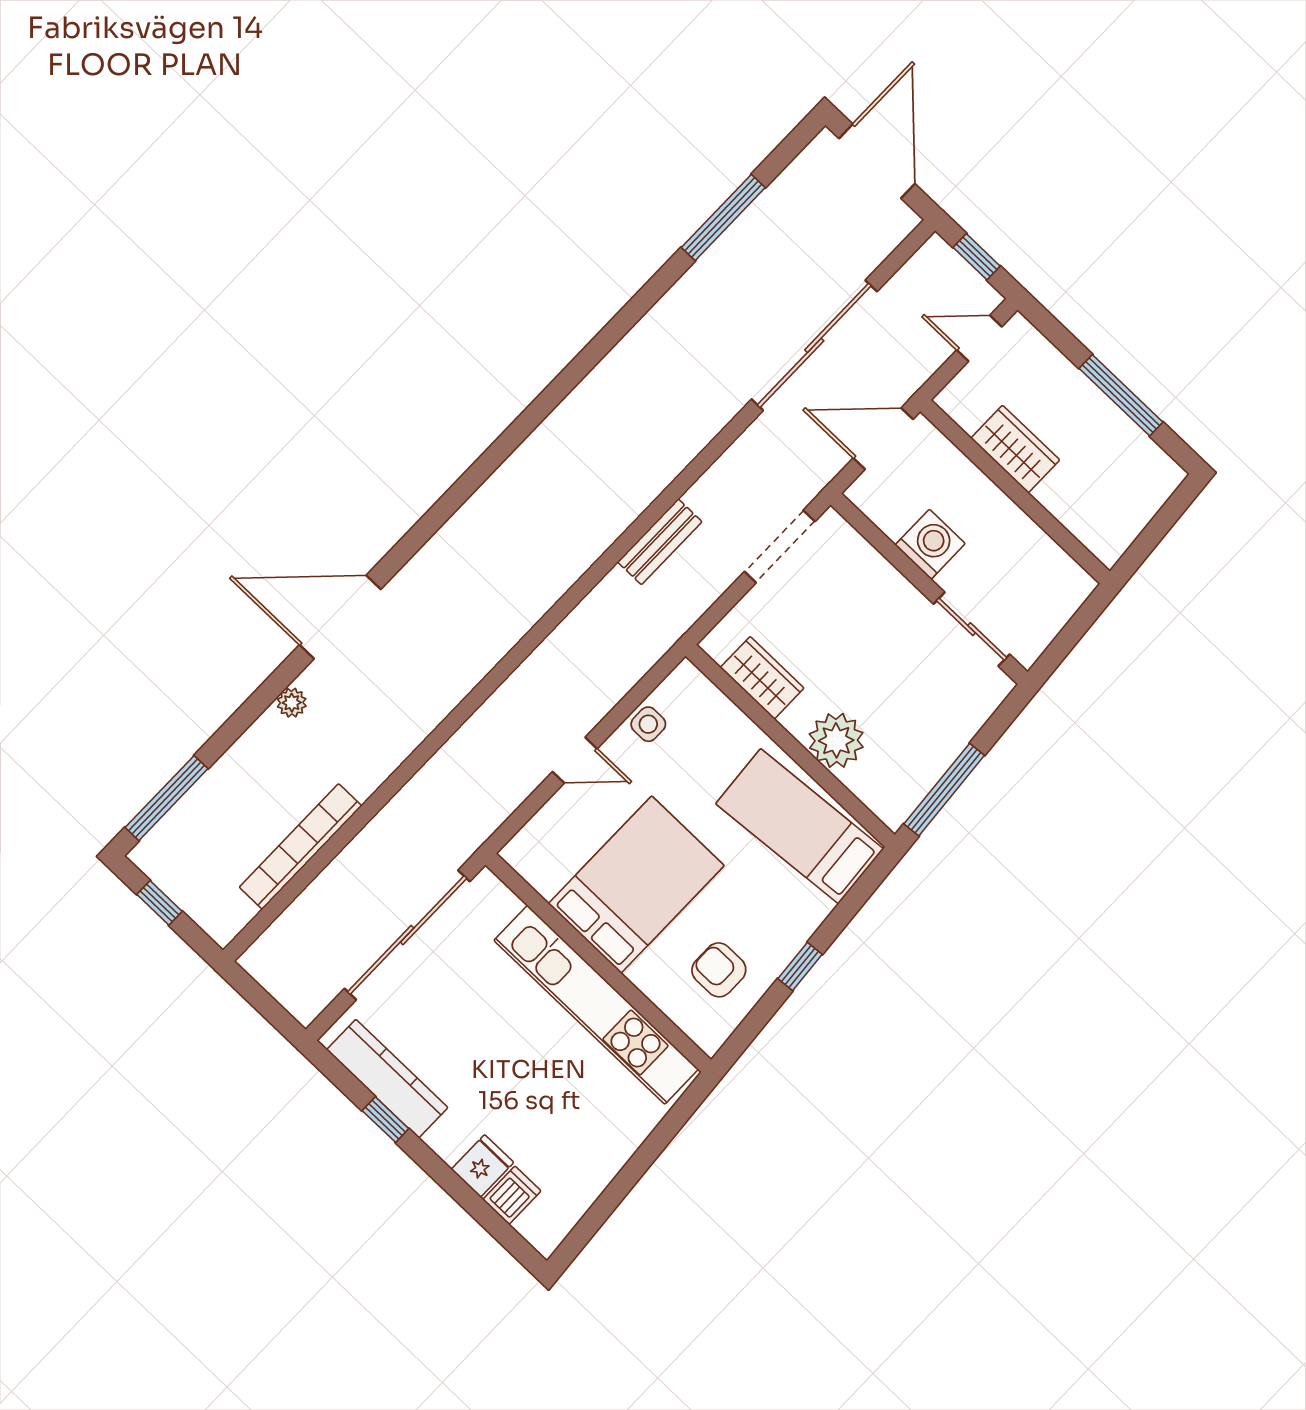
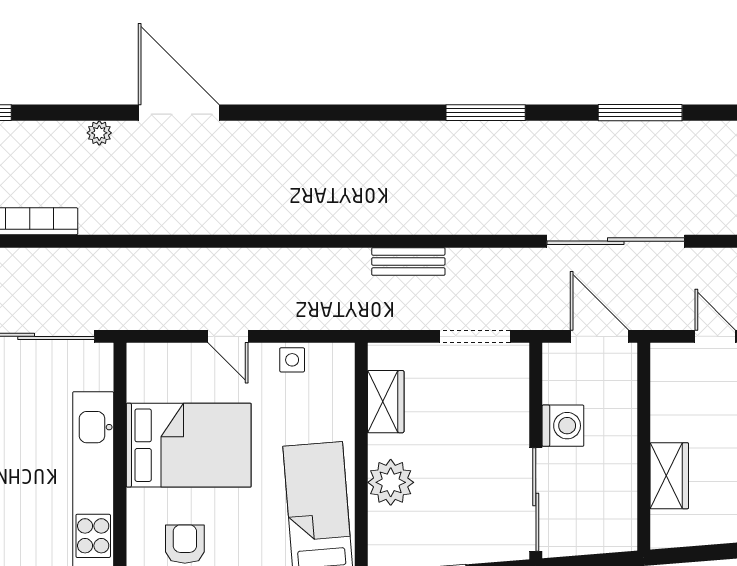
window: (595, 351) -> (486, 113), added
wardrobe: (1015, 449) -> (669, 476), moved
sliding door: (972, 629) -> (536, 500), width x1.37

